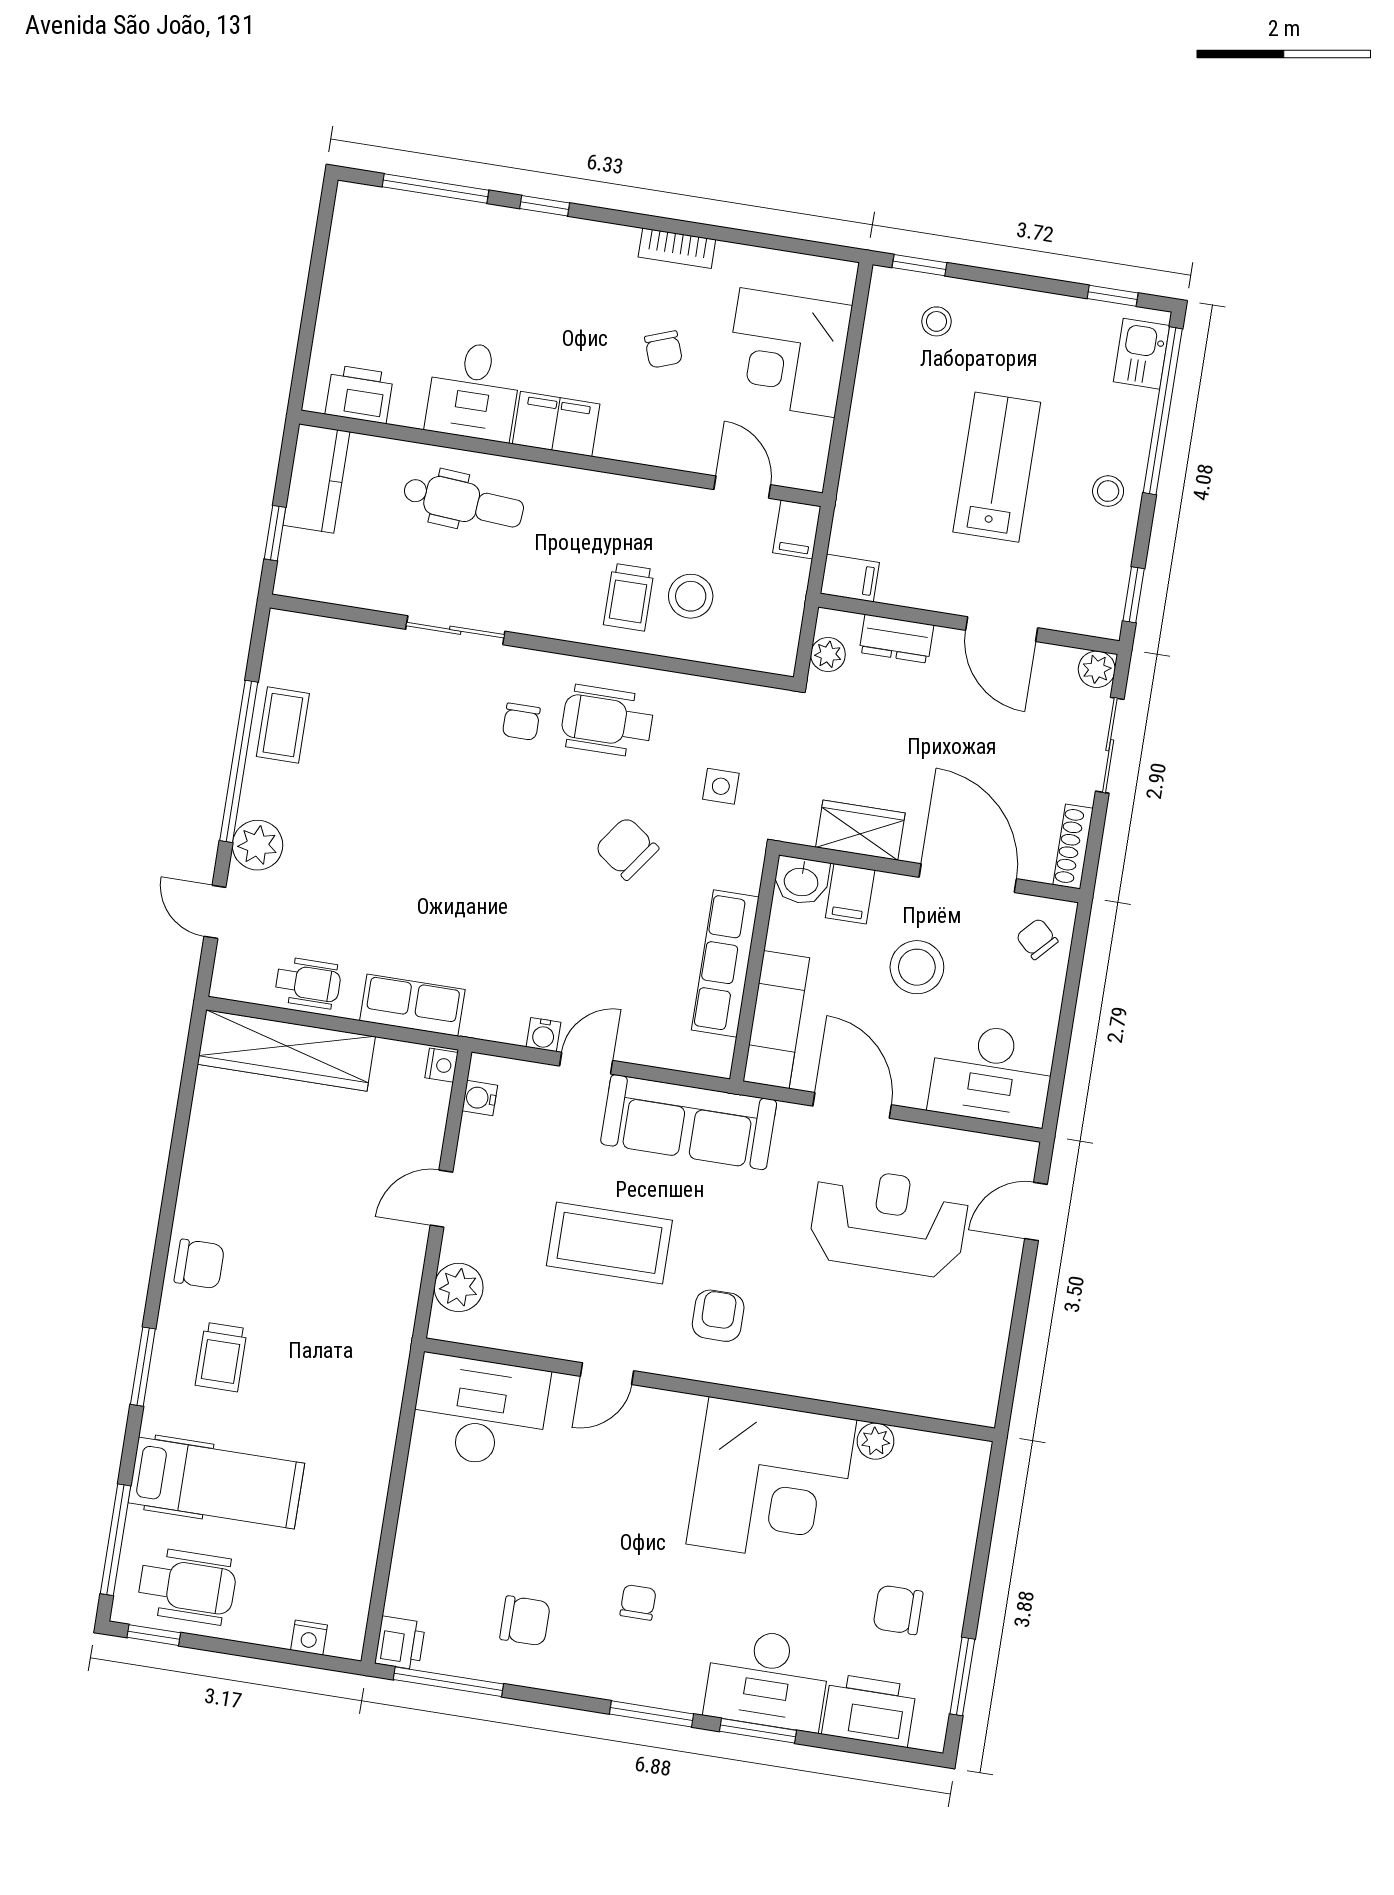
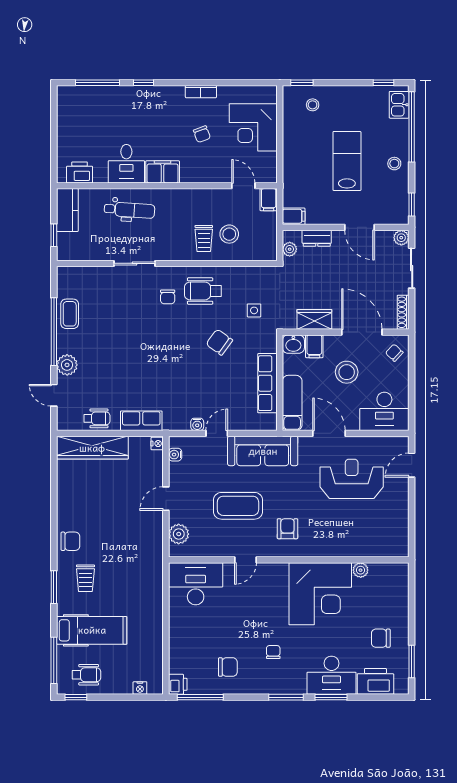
wheelchair: (187, 1586) -> (86, 675), width x0.73, depth x0.73

